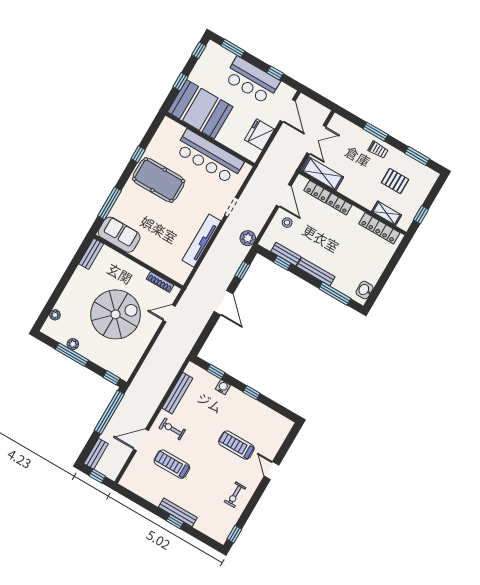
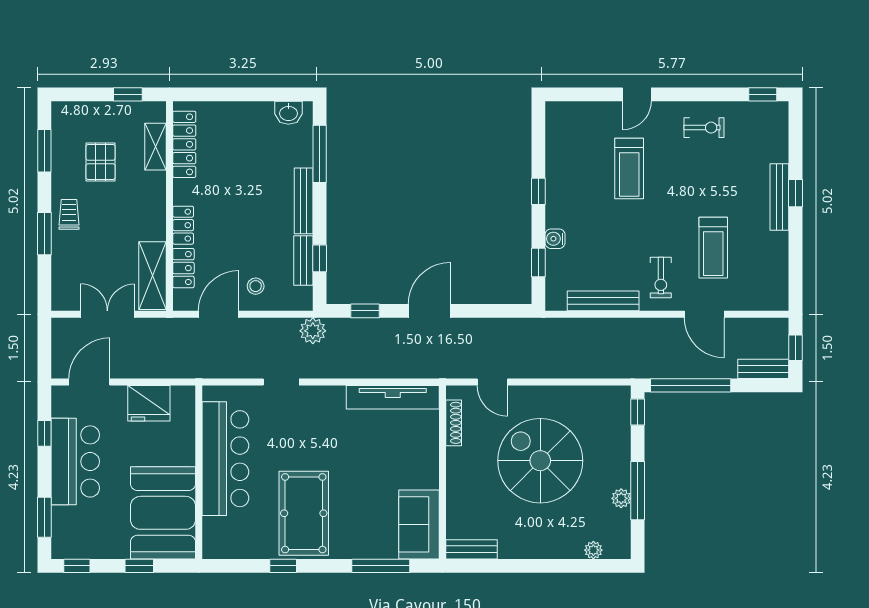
tv unit: (201, 241) -> (393, 397), moved

